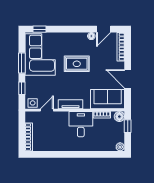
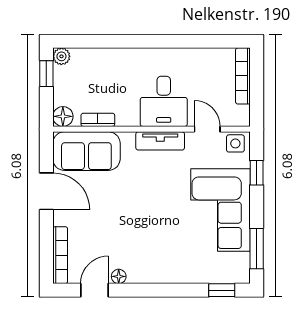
corner sofa: (40, 55) -> (220, 210), moved
window: (22, 63) -> (257, 249), moved
rug: (77, 64) -> (148, 221), removed
door: (47, 110) -> (207, 129), swing flipped
desk: (81, 124) -> (164, 101), moved
window: (128, 126) -> (46, 74), moved

